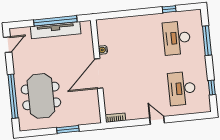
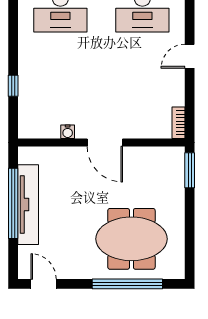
window: (169, 9) -> (13, 86), moved
door: (99, 73) -> (105, 142), width x0.73
window: (68, 129) -> (190, 170), moved

